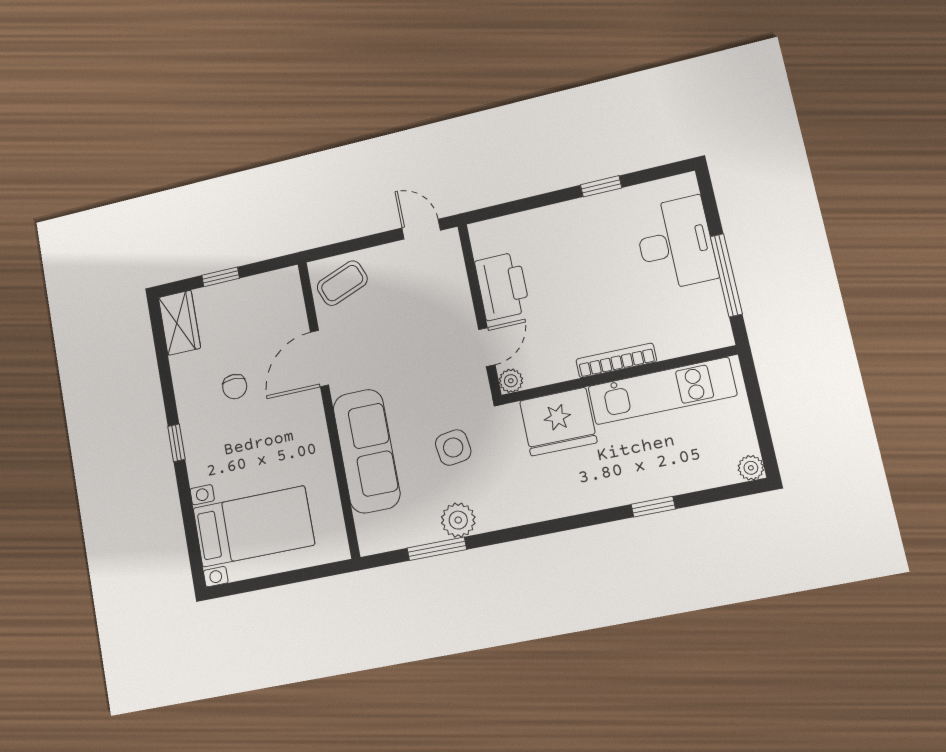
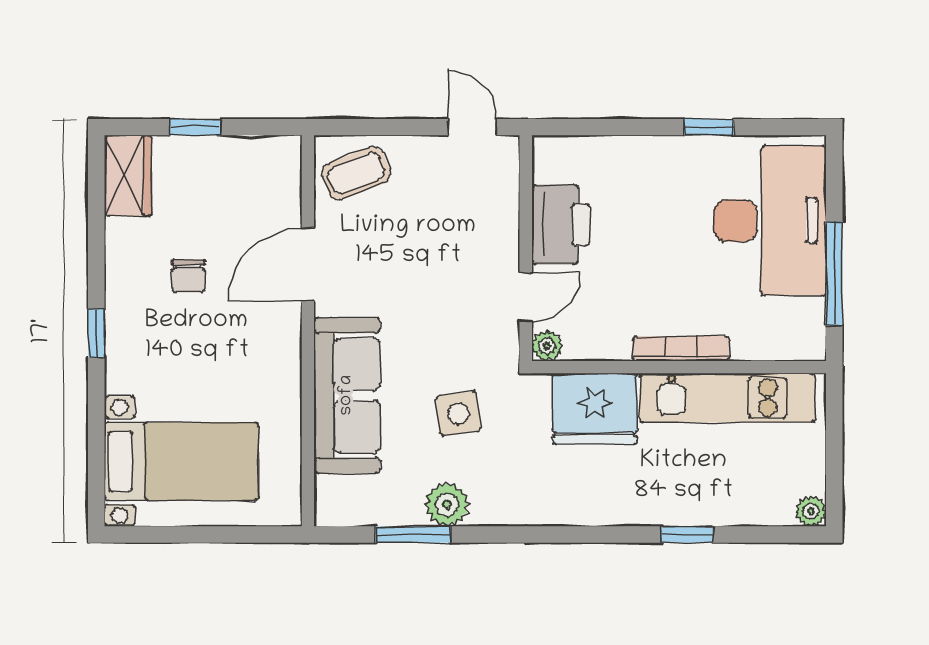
desk: (675, 244) -> (770, 221), width x1.36, depth x1.30

